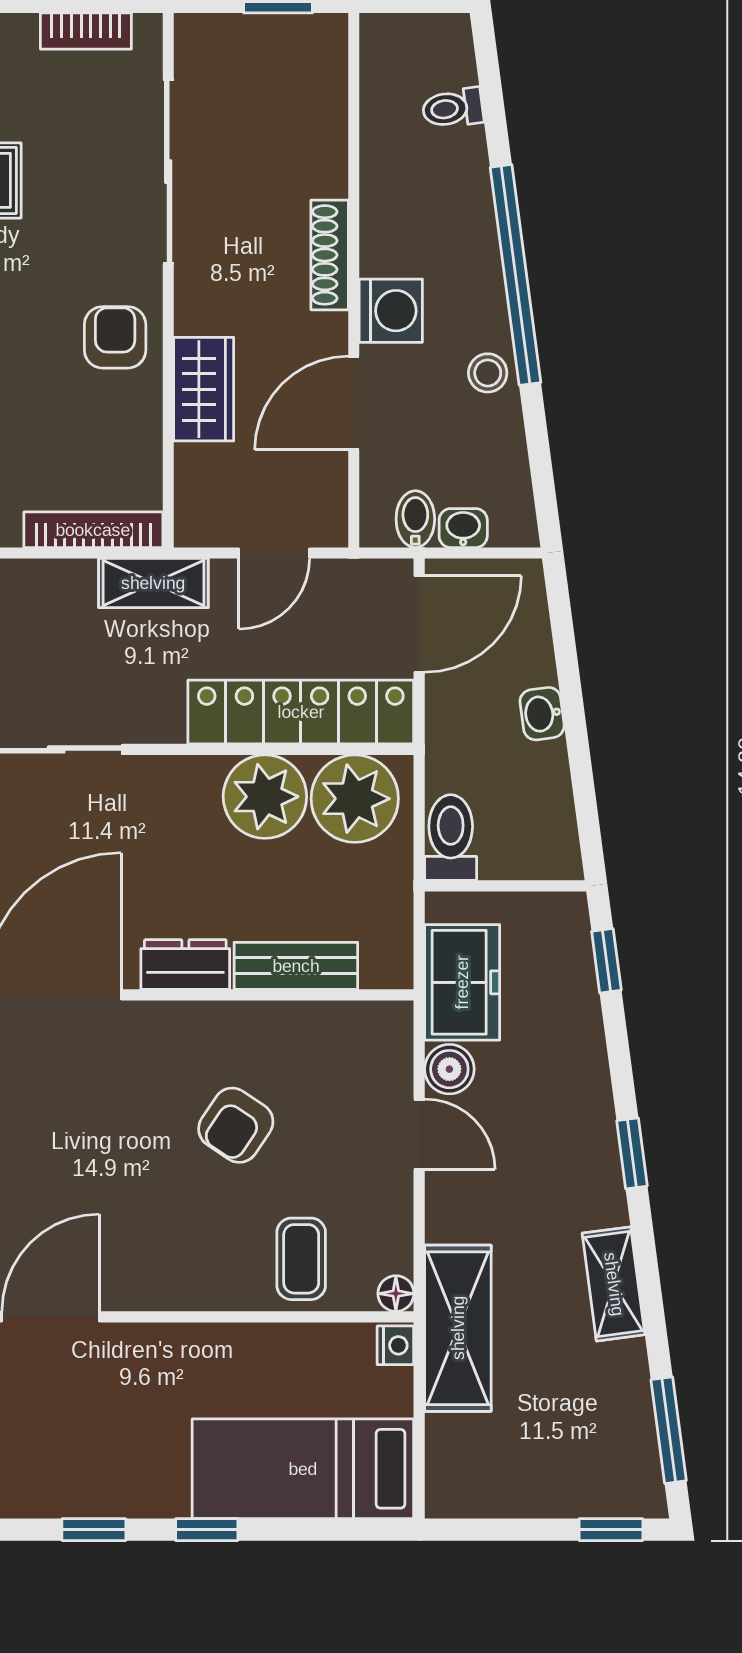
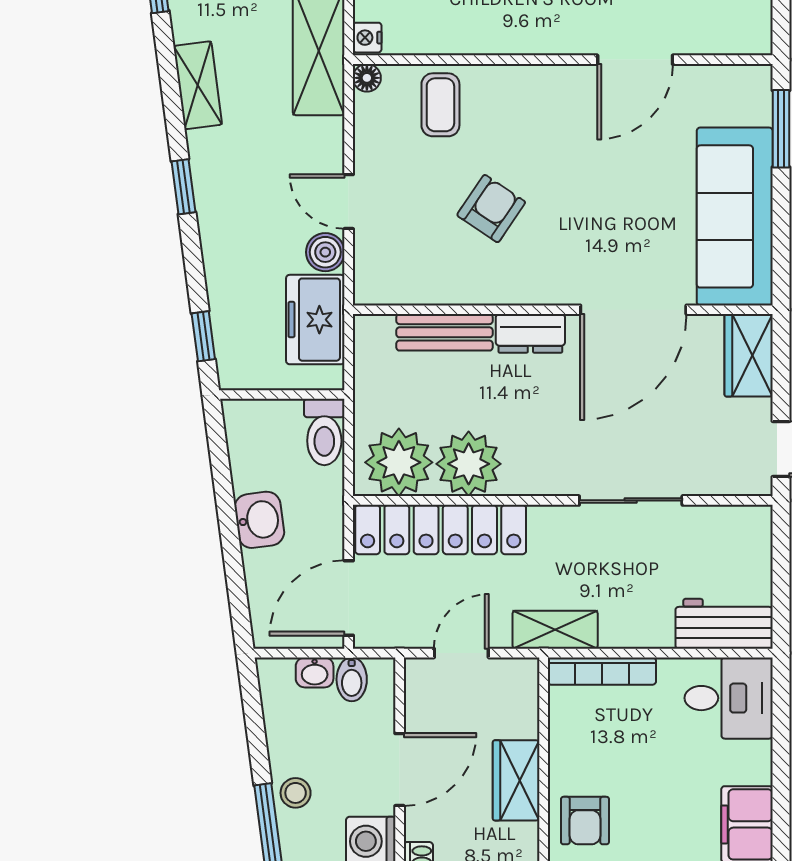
washbasin: (542, 714) -> (259, 520), width x1.38, depth x1.45

